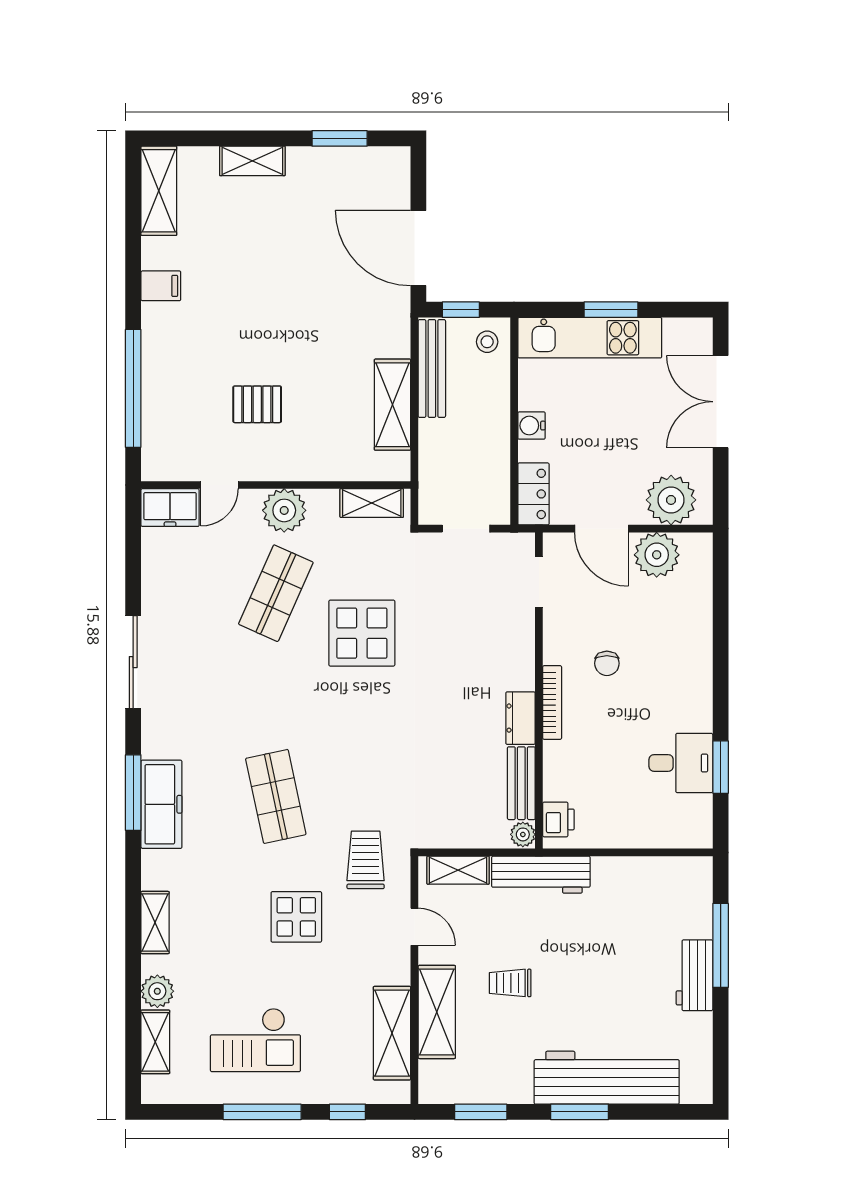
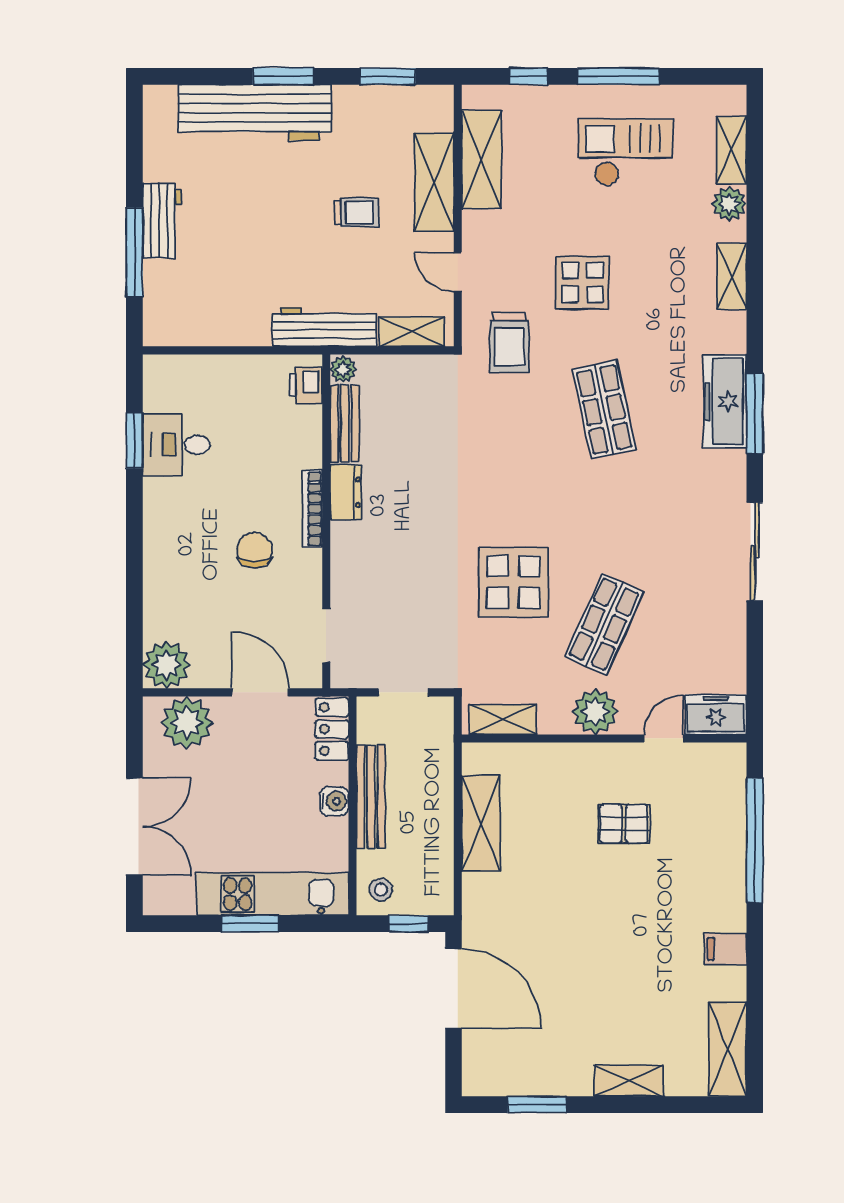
bench: (432, 368) -> (371, 797), moved
plant: (657, 555) -> (166, 665), moved
chair: (607, 663) -> (254, 550), width x1.37, depth x1.37

